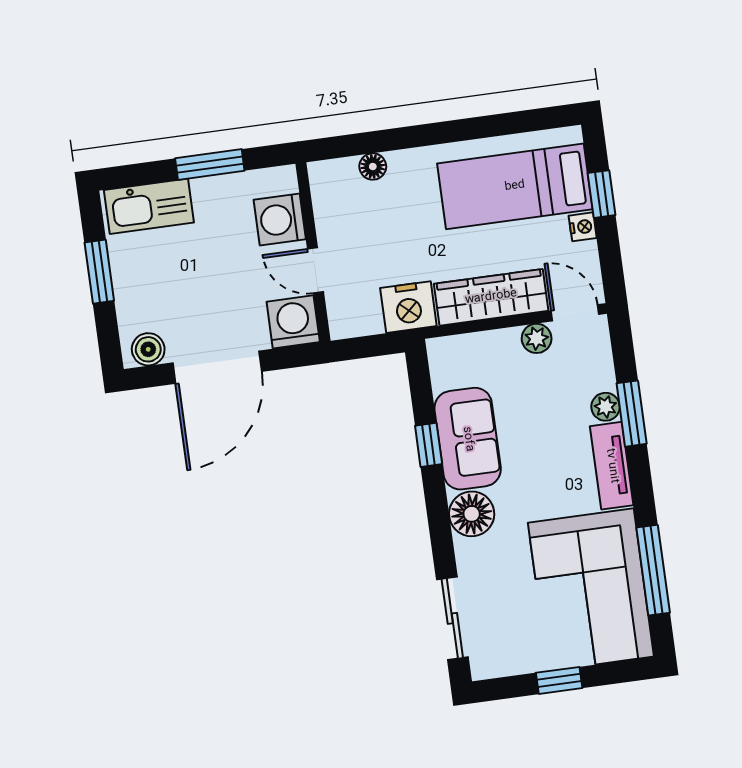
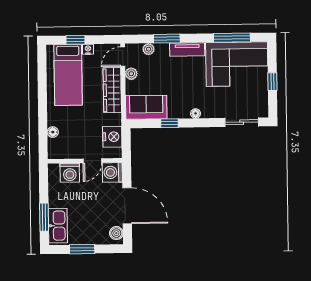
window: (210, 165) -> (44, 217), moved
nightstand: (408, 307) -> (112, 137), moved
plant: (606, 407) -> (149, 49), moved
sofa: (468, 439) -> (146, 107), moved
floor lamp: (472, 514) -> (196, 113), width x0.53, depth x0.53

